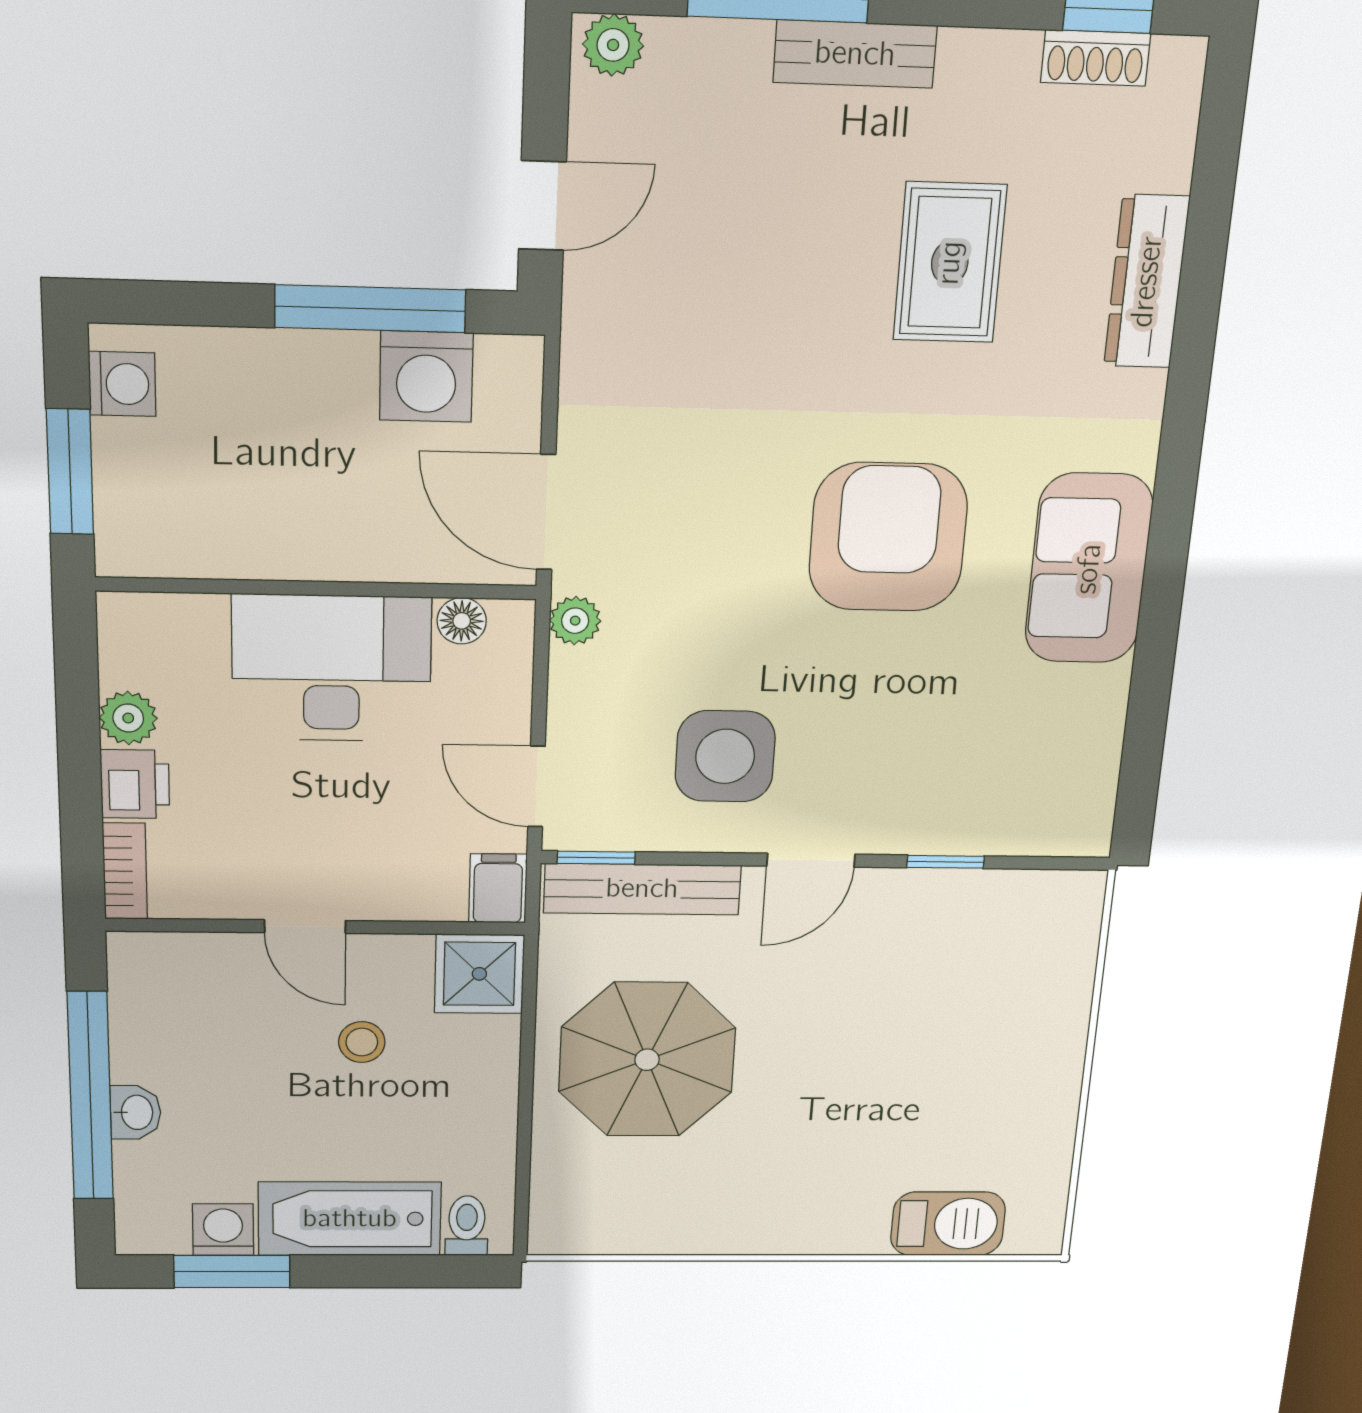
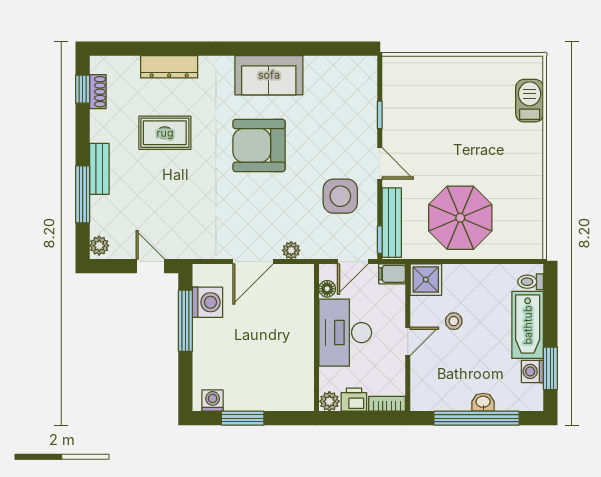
wall: (317, 588) -> (316, 338), moved
floor lamp: (462, 621) -> (327, 289), moved
desk: (332, 668) -> (345, 333), moved

